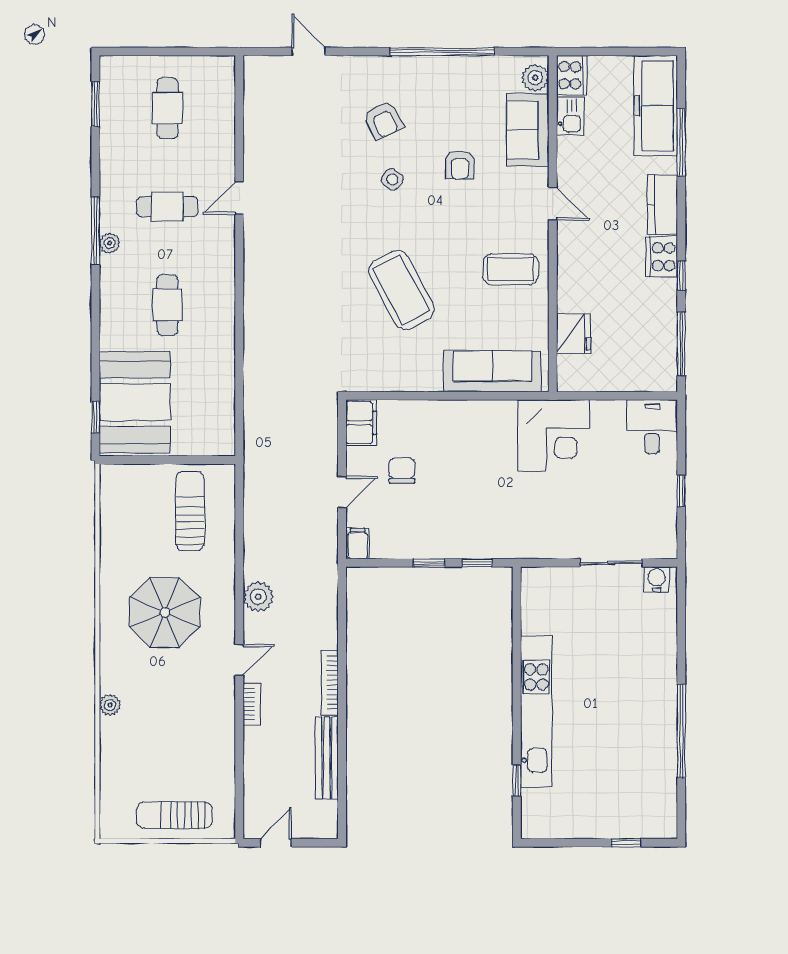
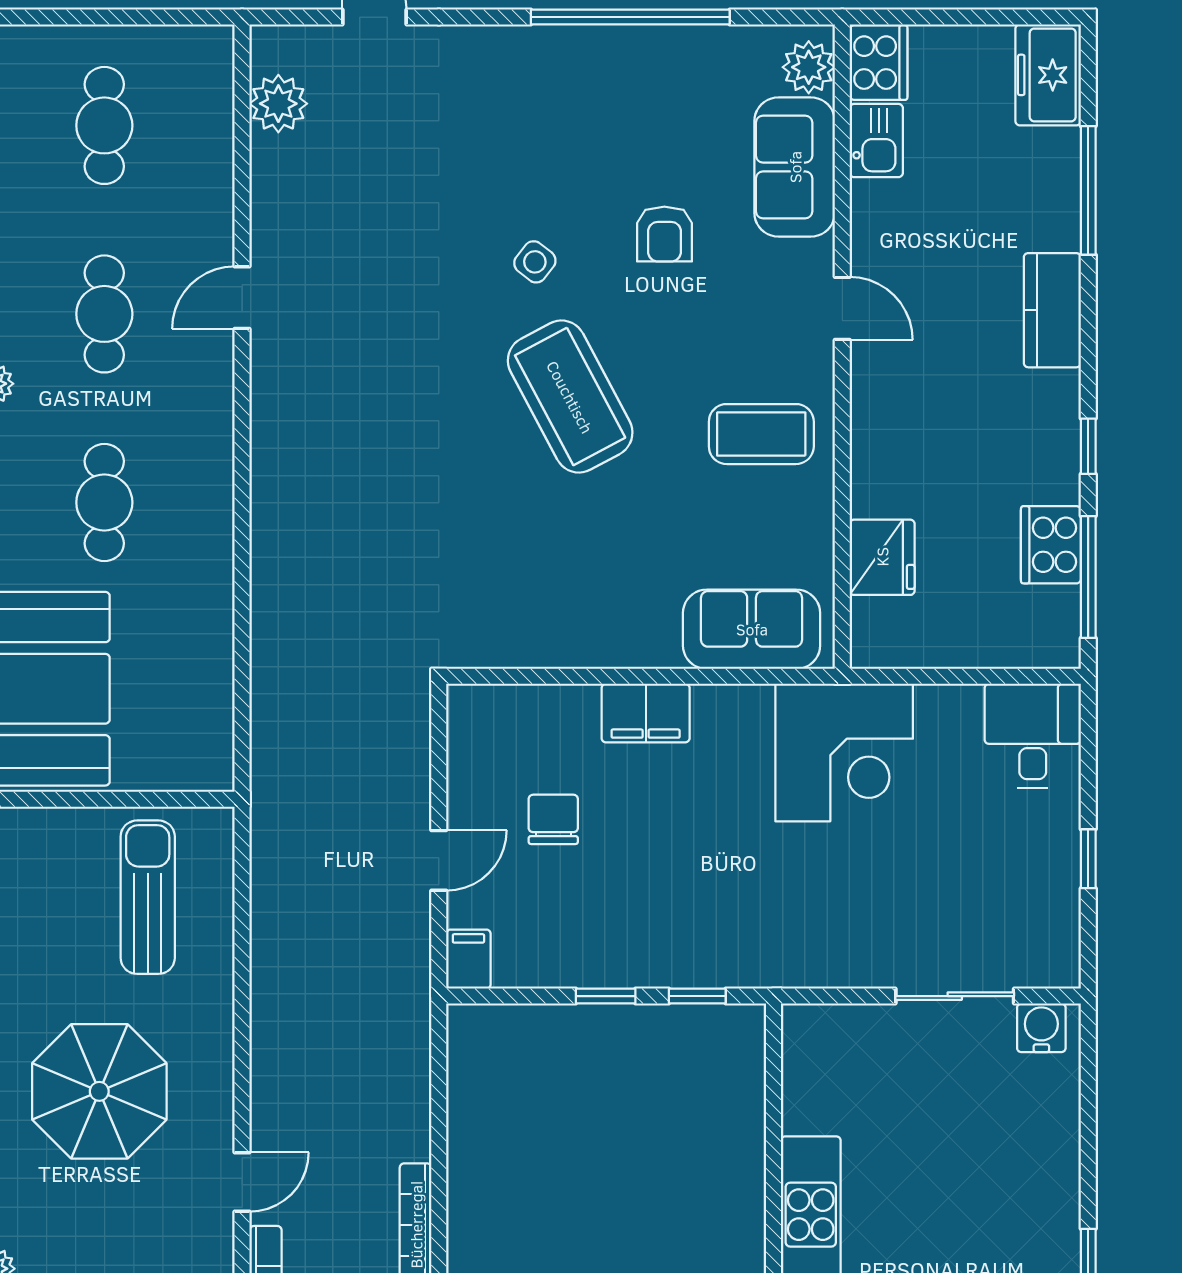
freezer: (656, 106) -> (1048, 75), width x0.52, depth x0.79
armchair: (383, 120) -> (518, 148), removed
cafe table: (167, 207) -> (104, 314), turned 90
cooker: (662, 257) -> (1051, 545), moved
coffee table: (401, 290) -> (570, 397), moved
sofa: (492, 371) -> (752, 629), width x0.73
filing cabinet: (361, 423) -> (646, 713), moved, turned 90
plant: (258, 597) -> (278, 104), moved

